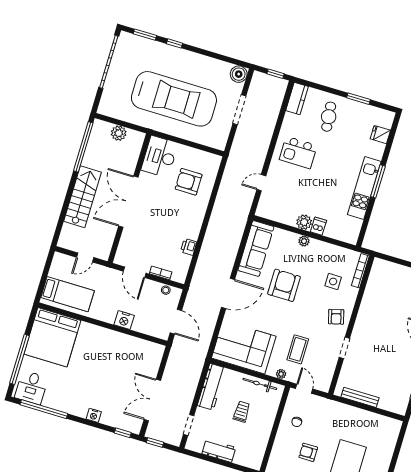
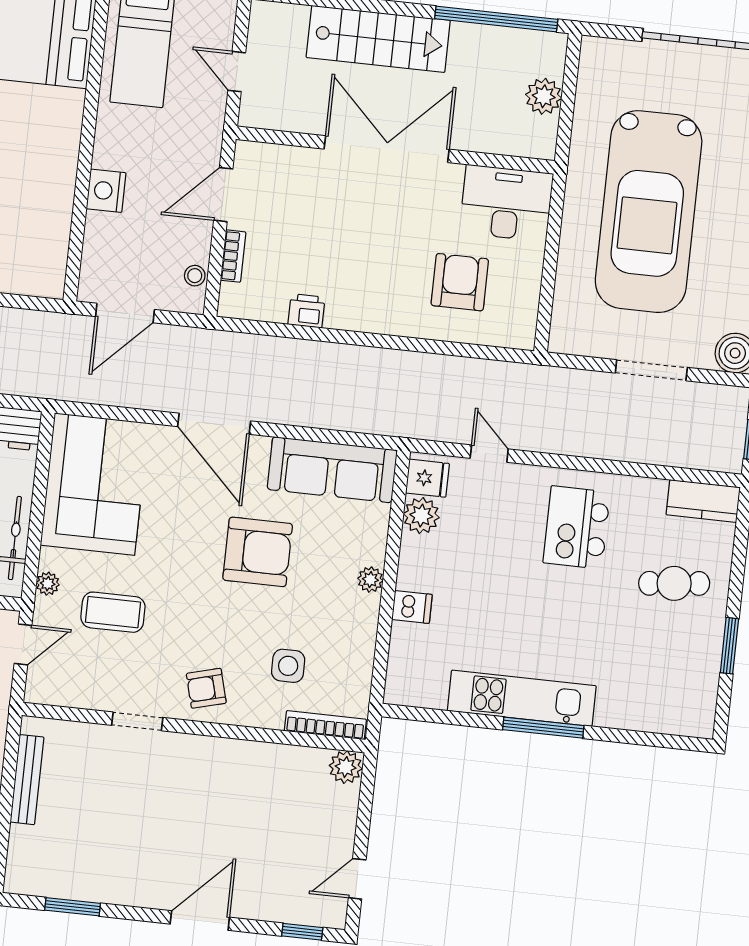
fridge: (380, 135) -> (427, 478), moved, turned 90
plant: (304, 222) -> (421, 516), moved
plant: (379, 266) -> (346, 767), added

